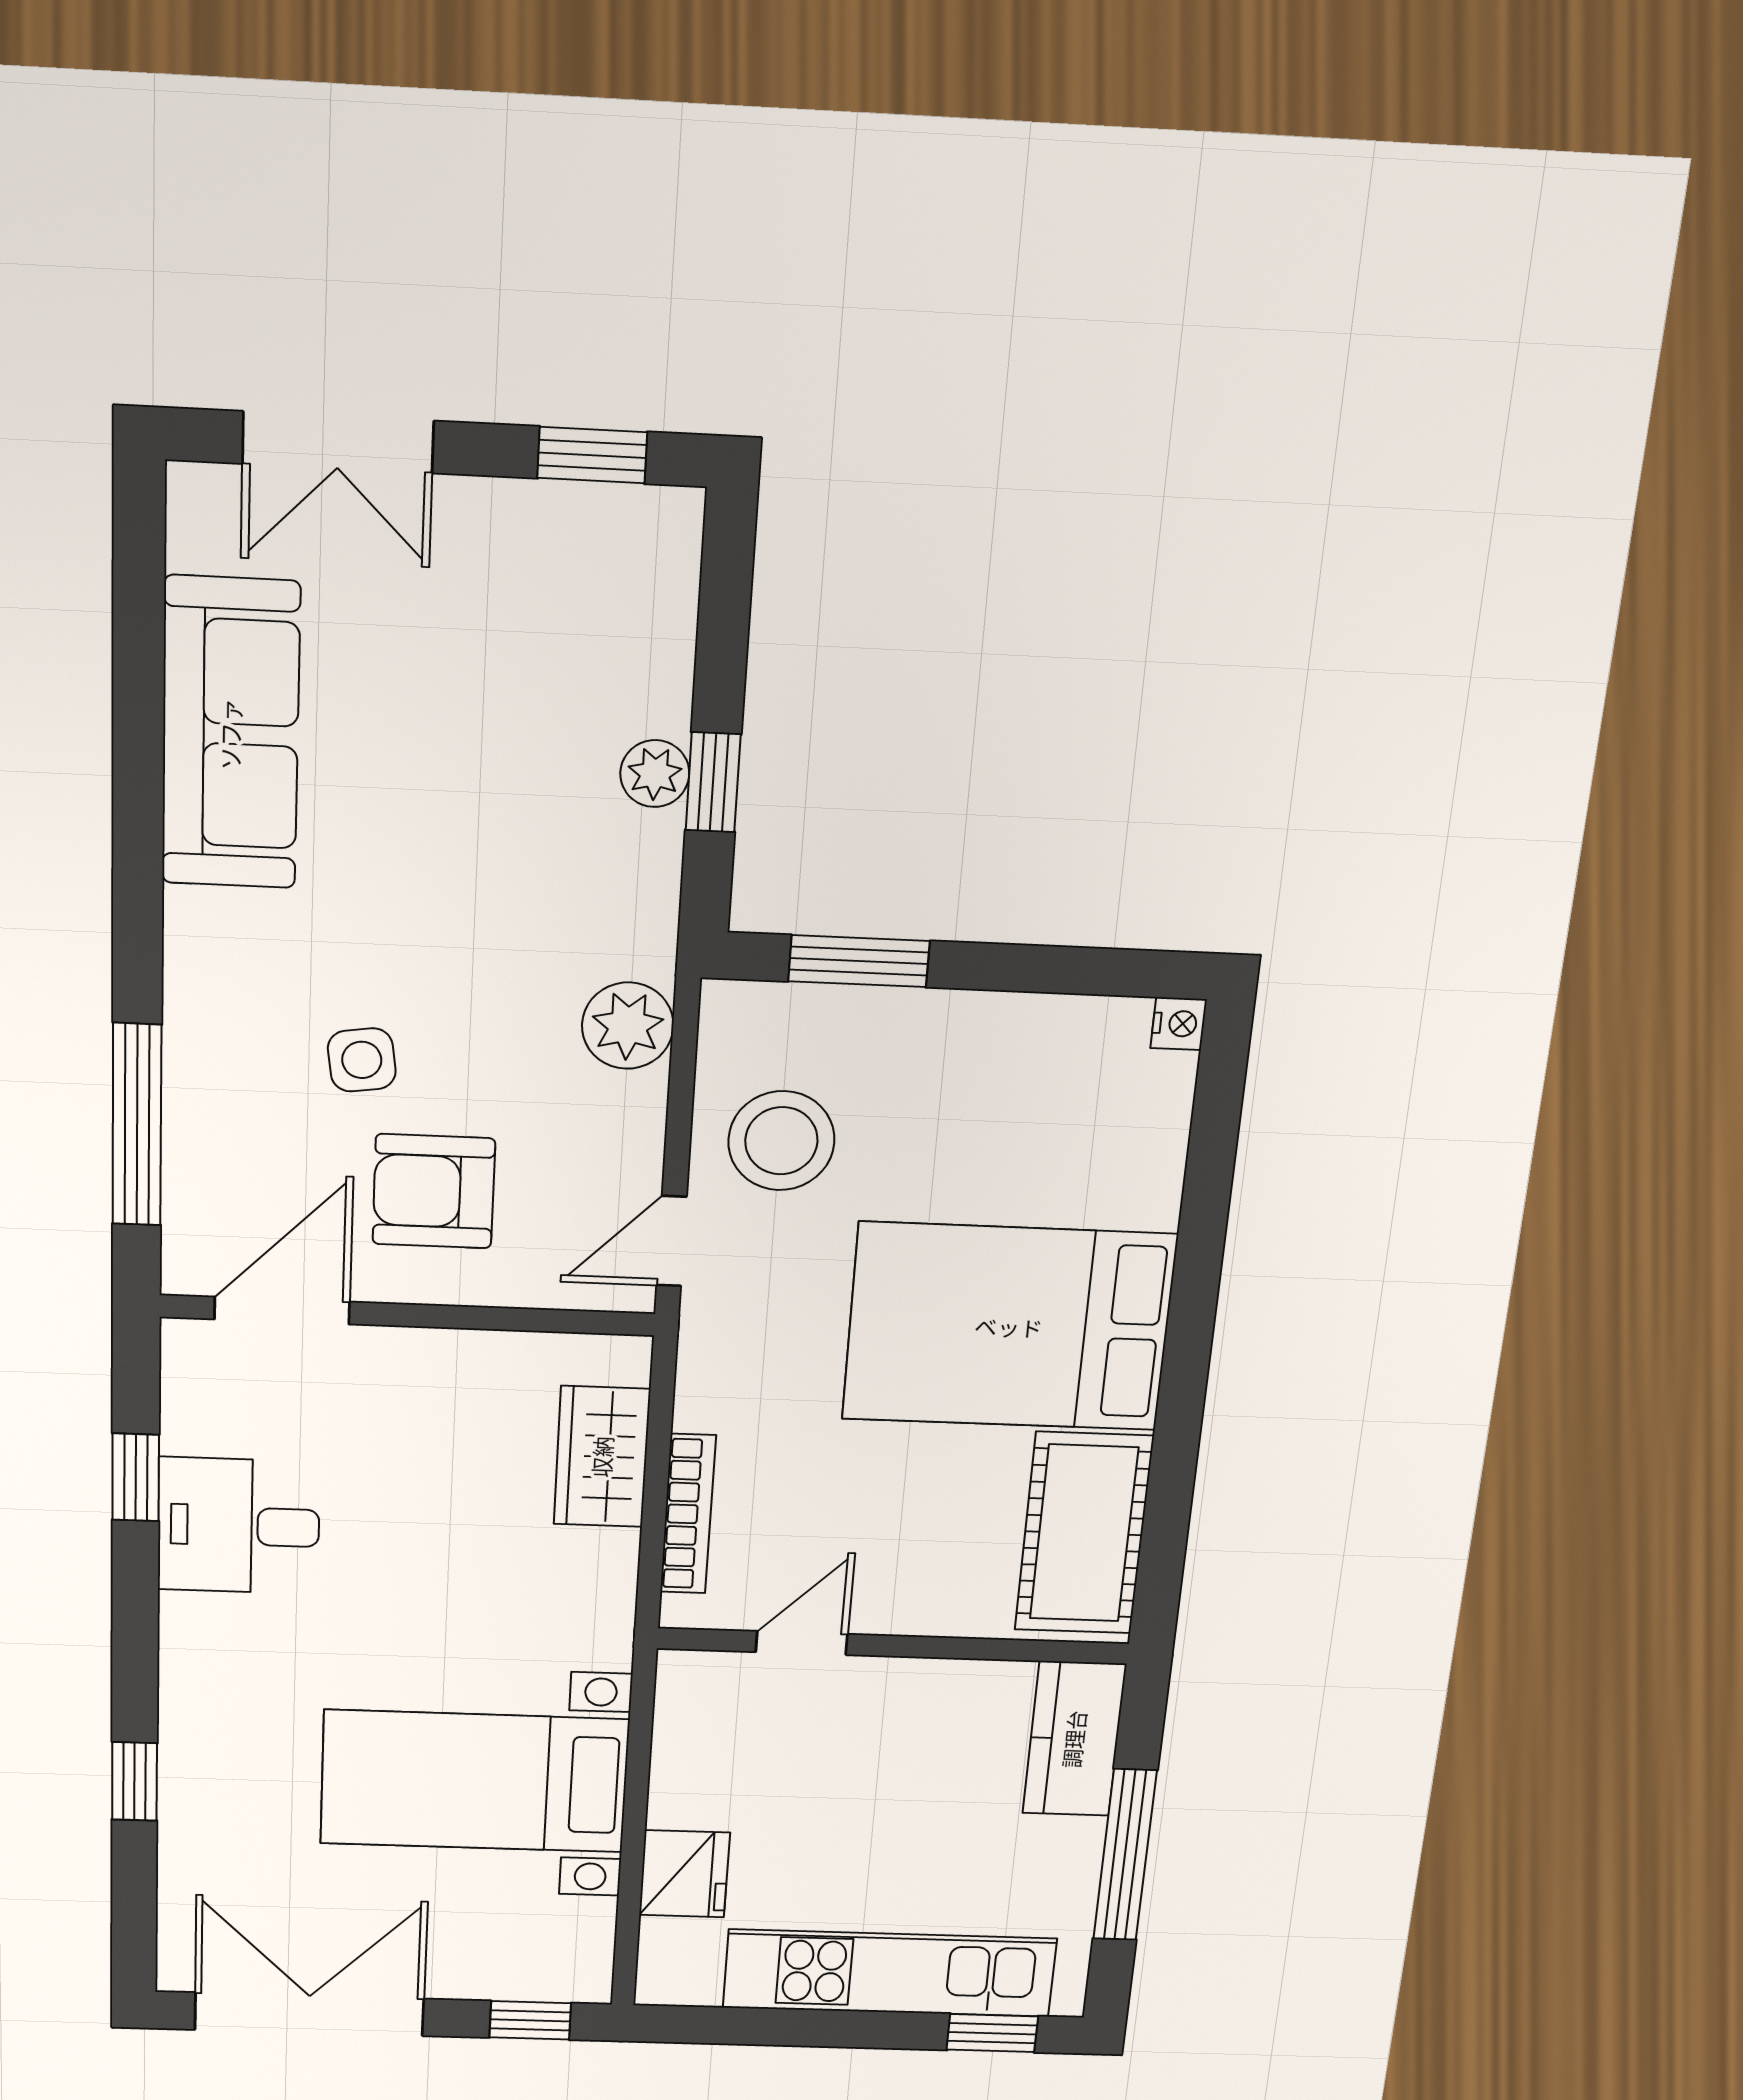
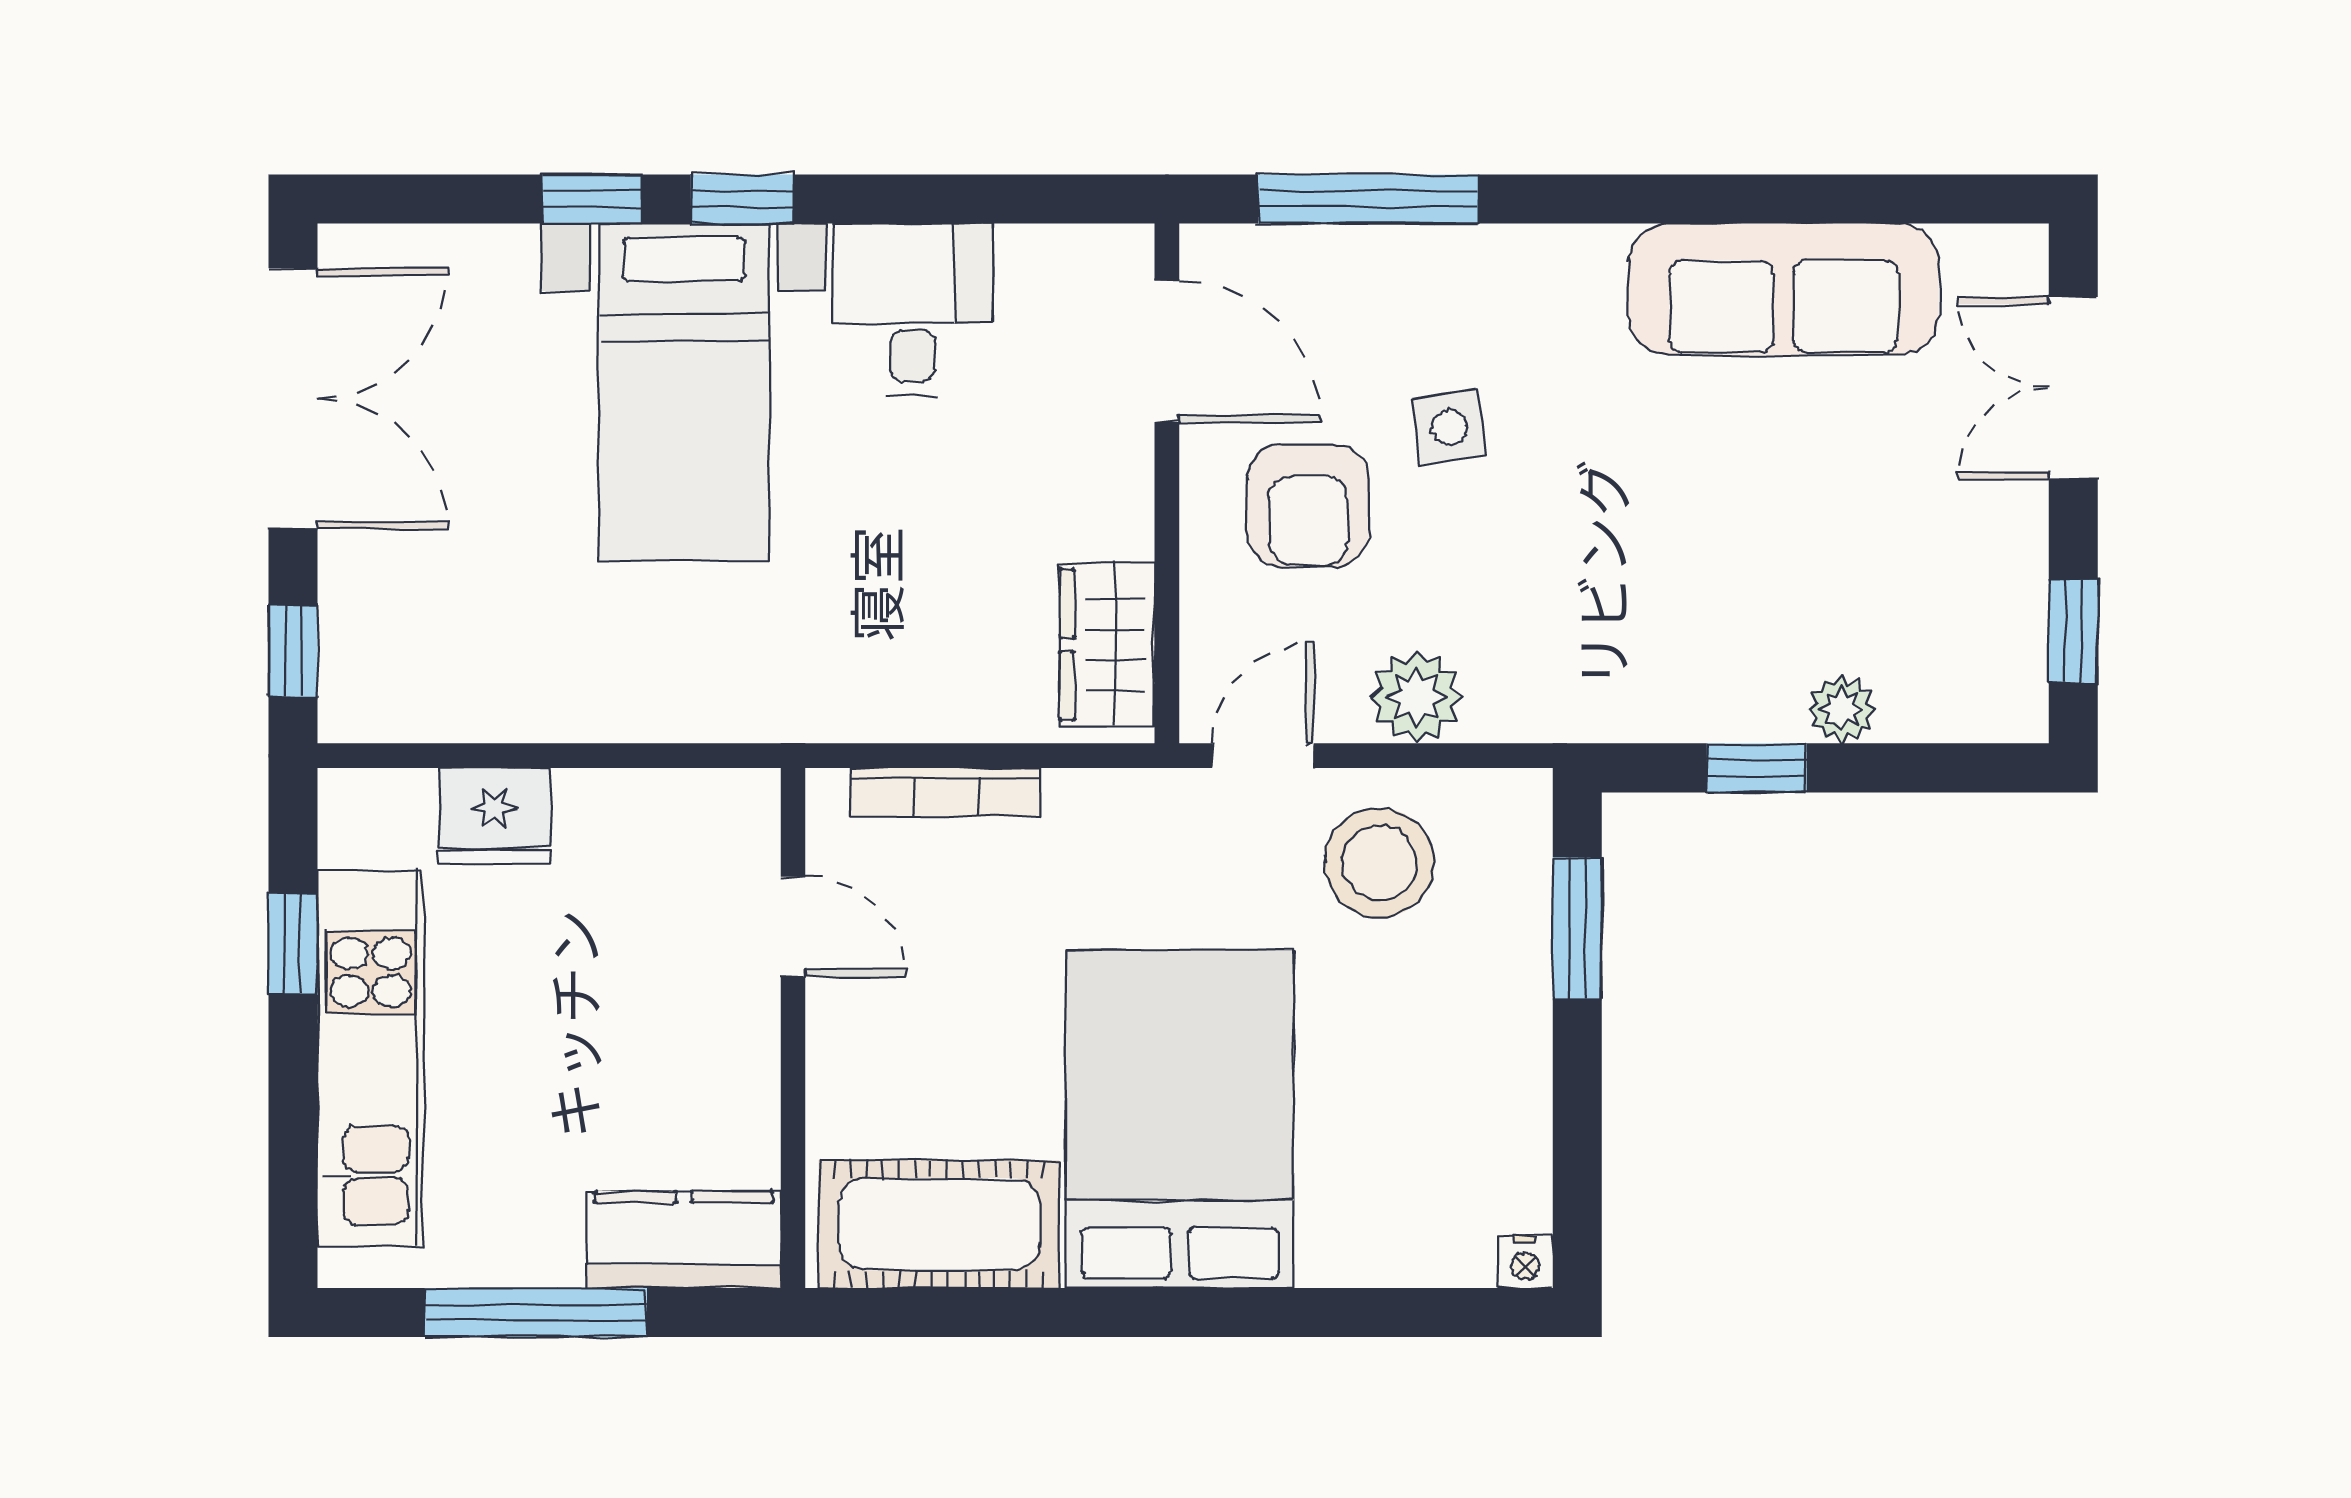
plant: (655, 774) -> (1841, 709), moved
plant: (628, 1026) -> (1416, 697), moved
armchair: (434, 1191) -> (1308, 506), turned 180
door: (672, 1241) -> (1263, 756), hinge flipped
wardrobe: (602, 1457) -> (1107, 644), moved, turned -90
window: (136, 1477) -> (742, 199), moved
bed with nightstands: (474, 1781) -> (684, 392), moved, turned 180
window: (992, 2033) -> (293, 944), moved

